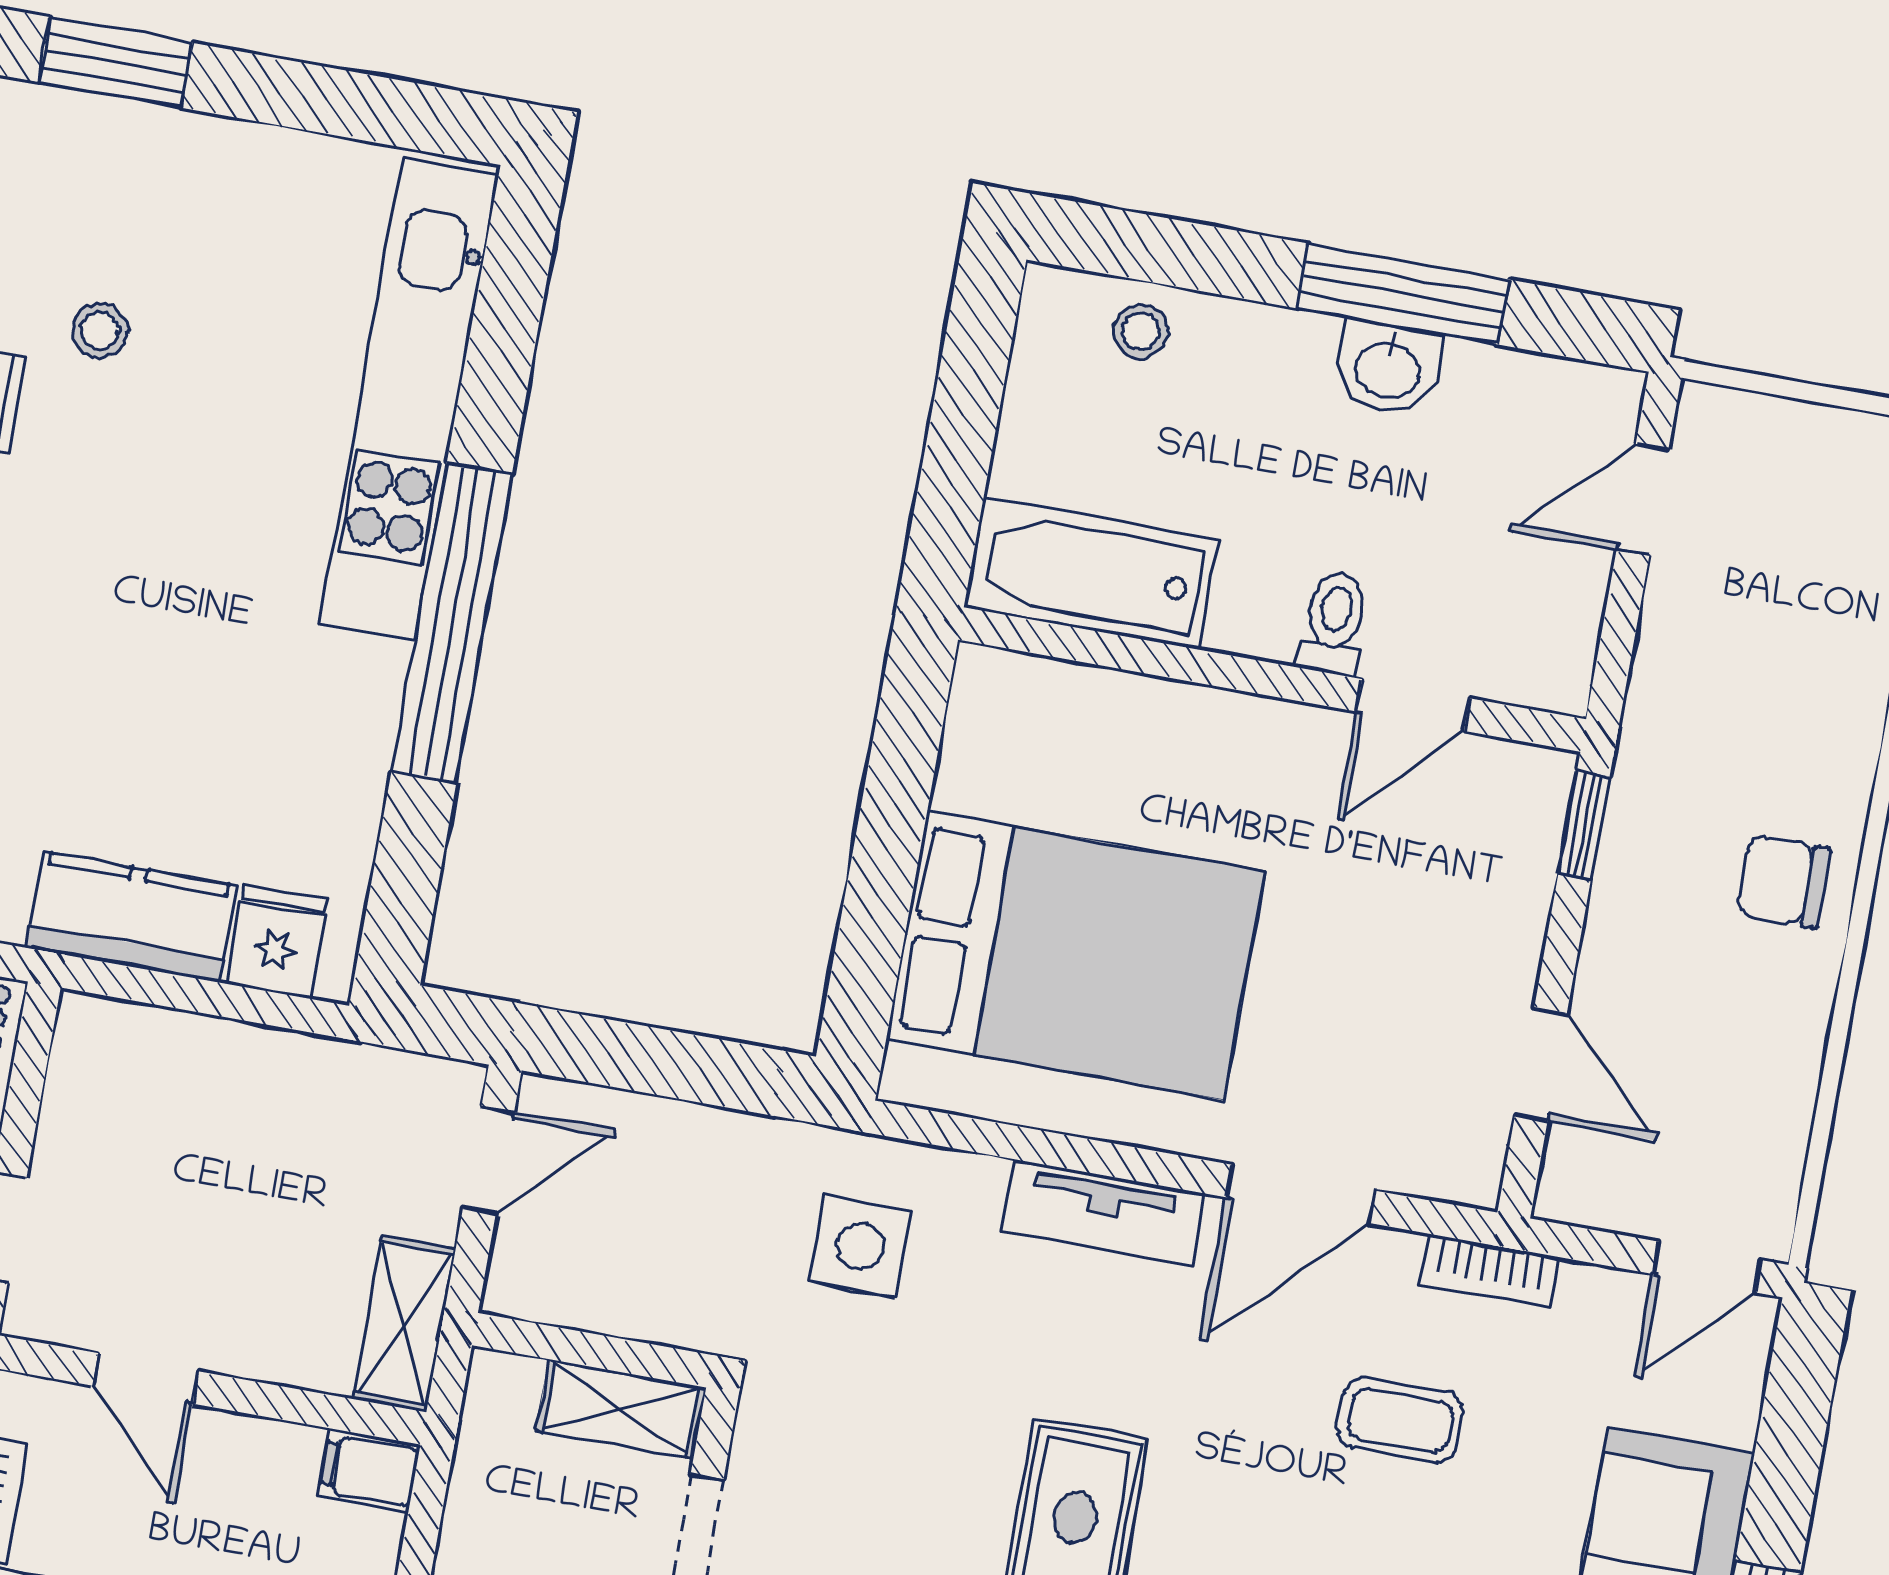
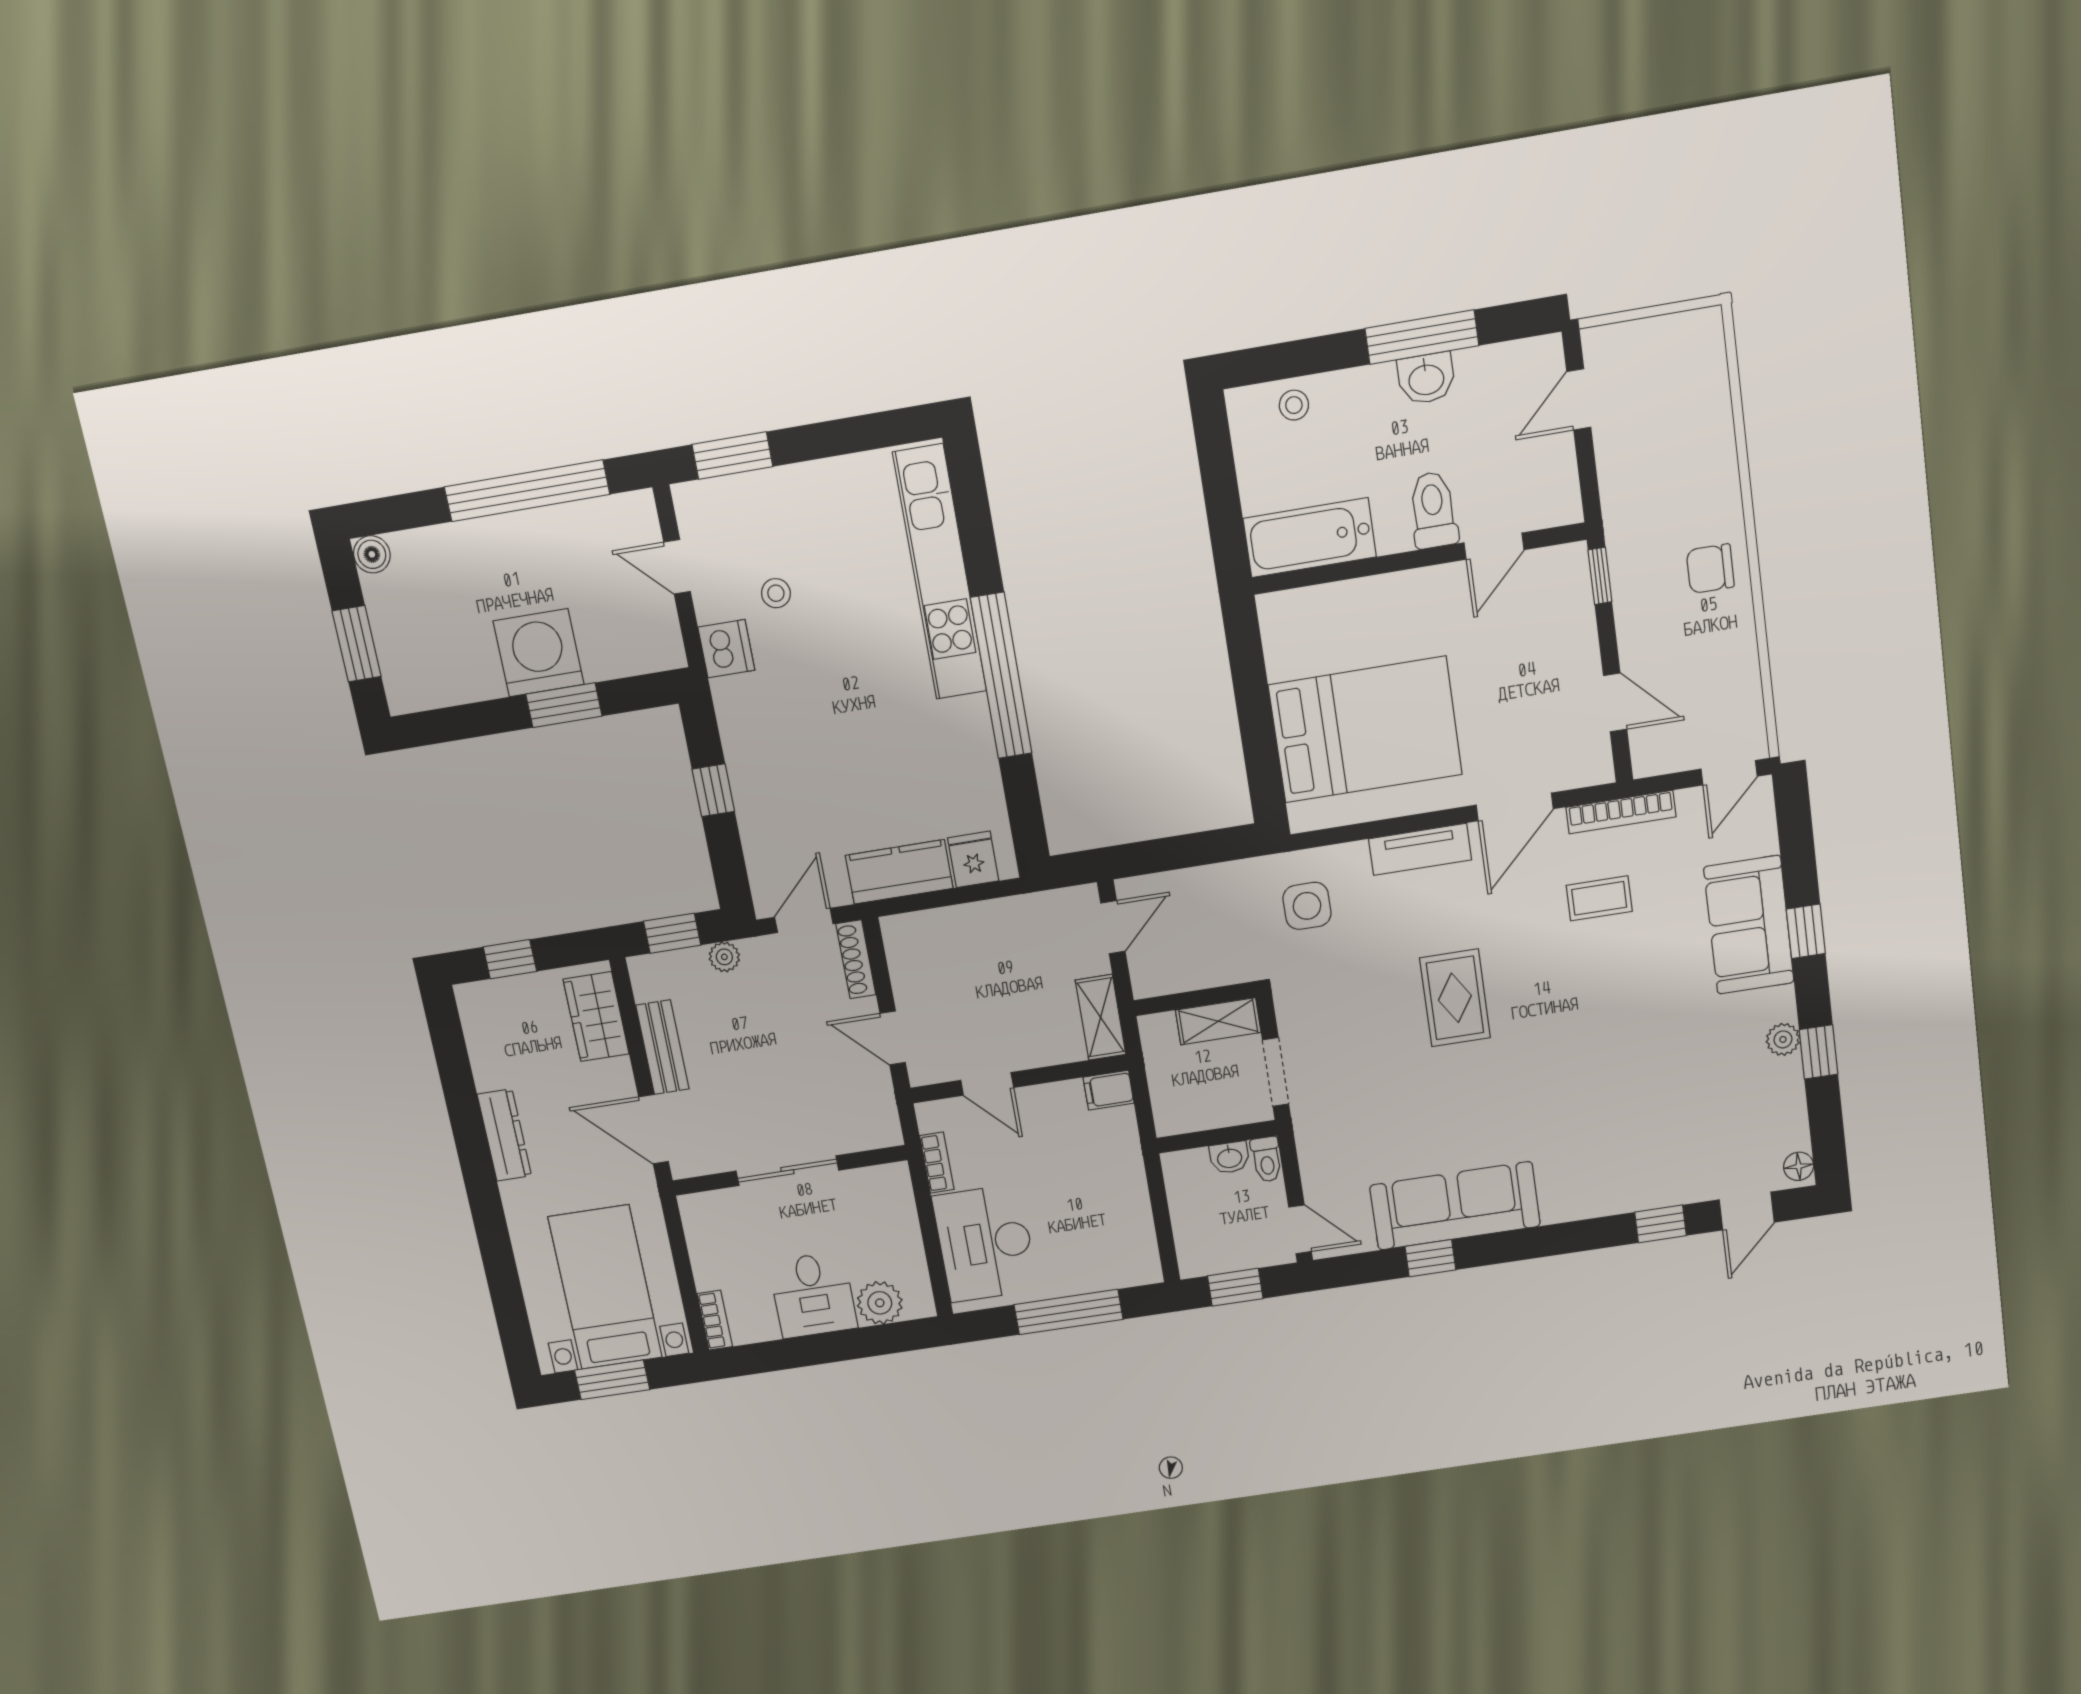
toilet: (1334, 623) -> (1433, 510), width x1.37, depth x1.39
bookcase: (1490, 1271) -> (1621, 812), width x1.56

